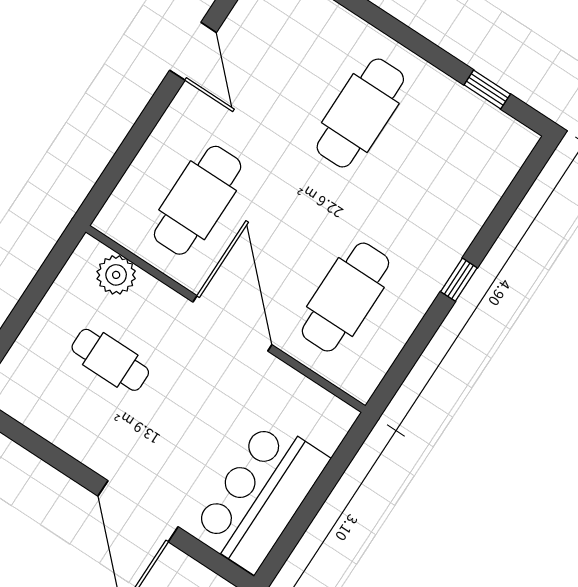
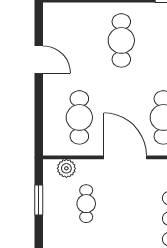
window: (31, 299) -> (39, 200), added
cafe table: (110, 360) -> (86, 204), turned 90

